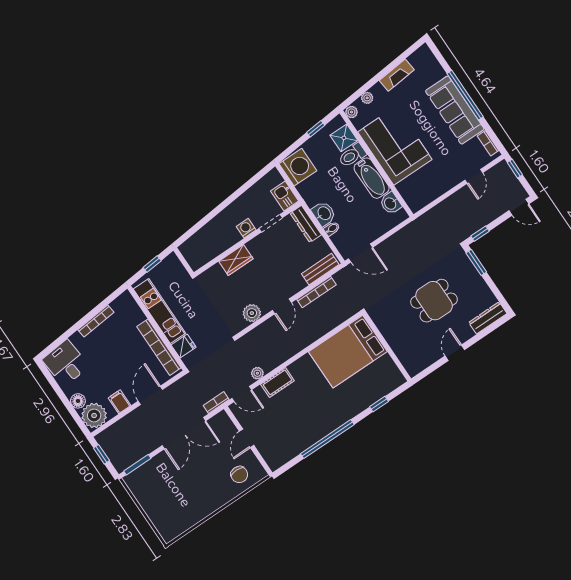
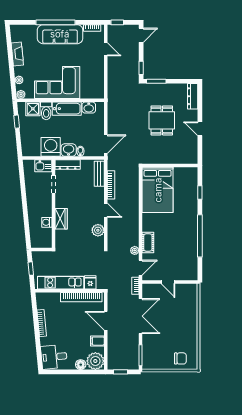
washing machine: (298, 167) -> (51, 147), moved
washing machine: (246, 228) -> (47, 222), moved
chair: (239, 475) -> (180, 358), moved

